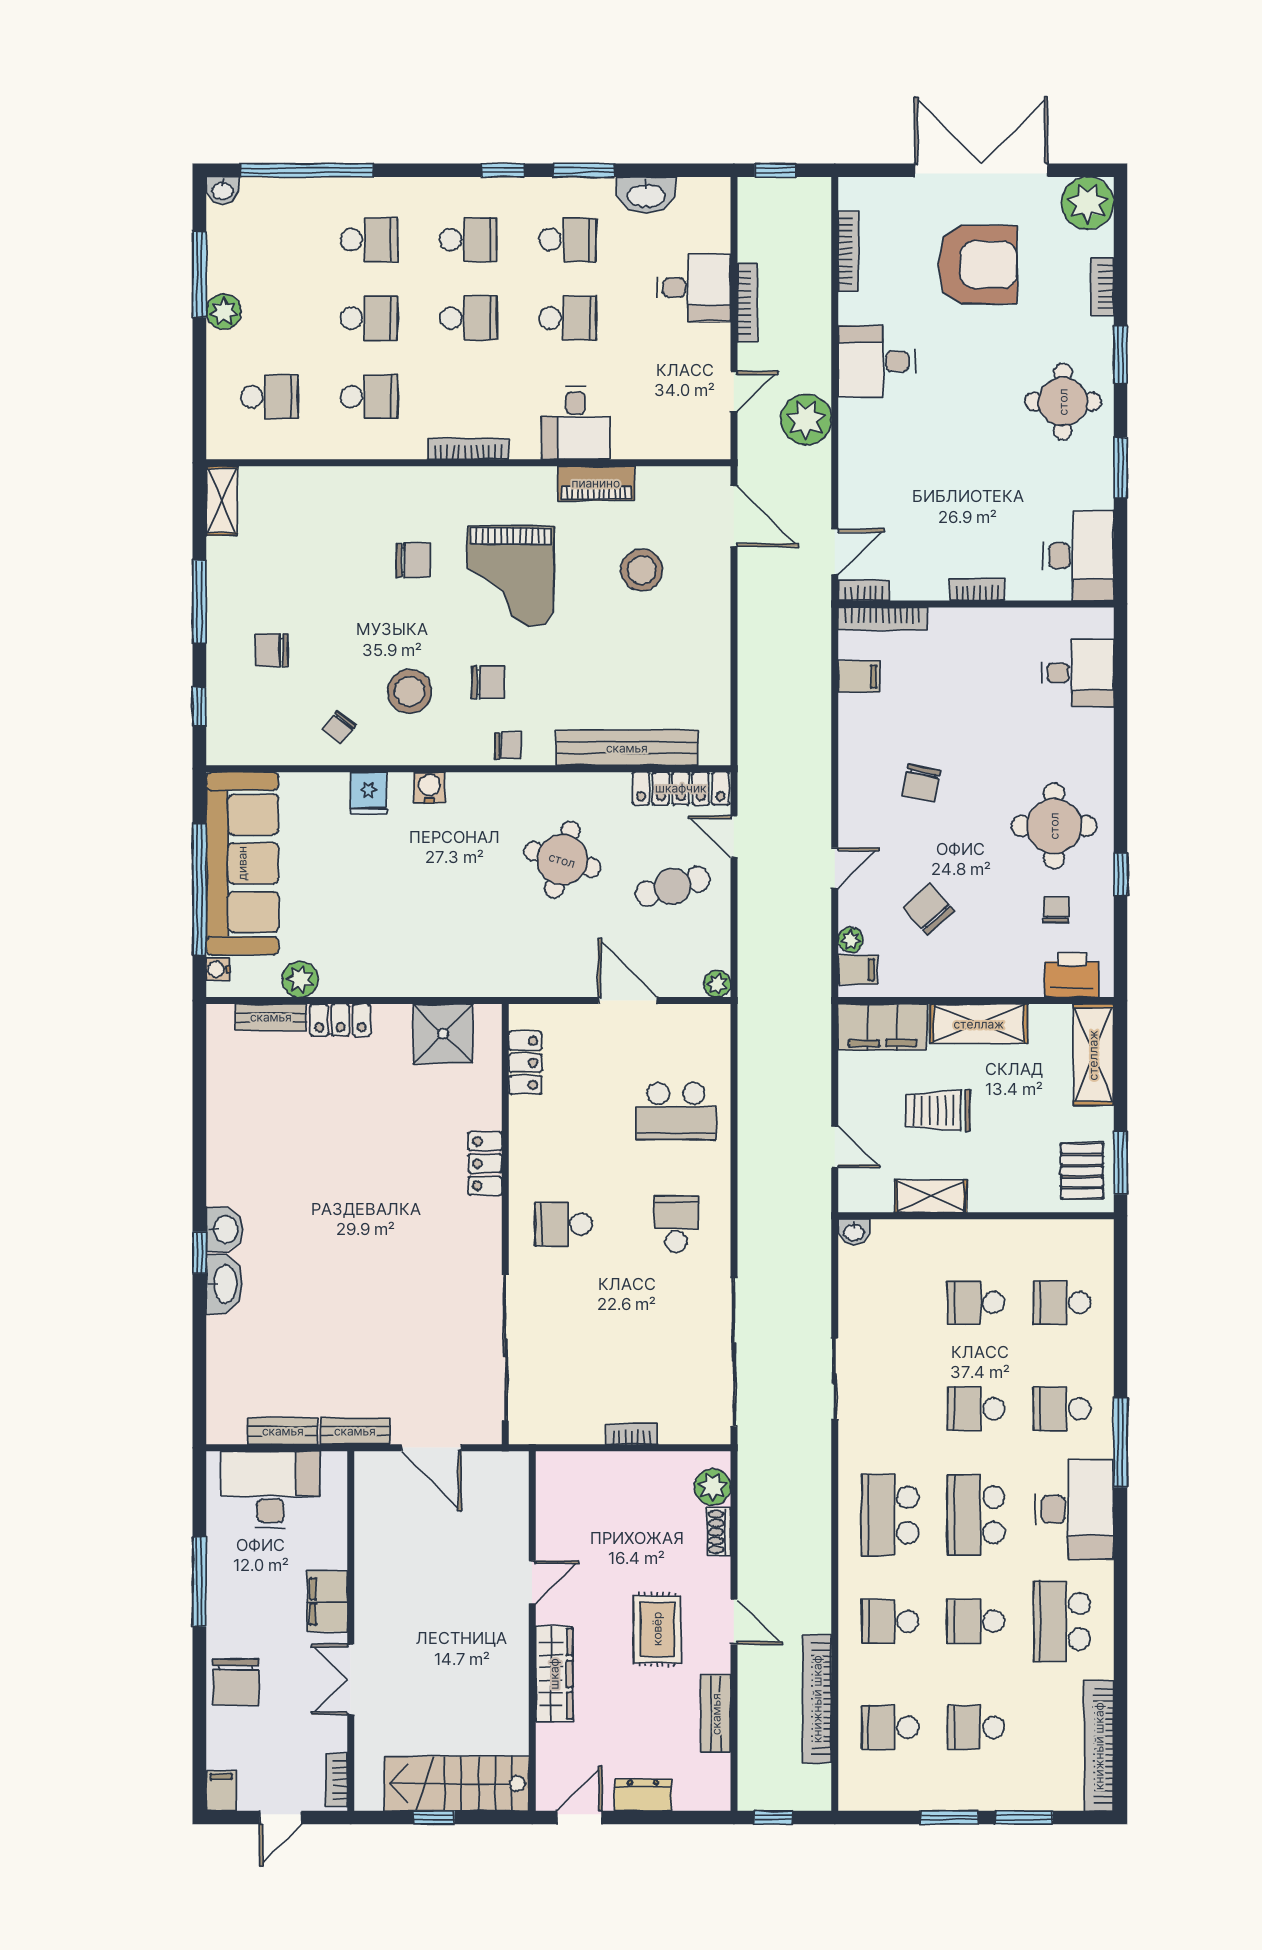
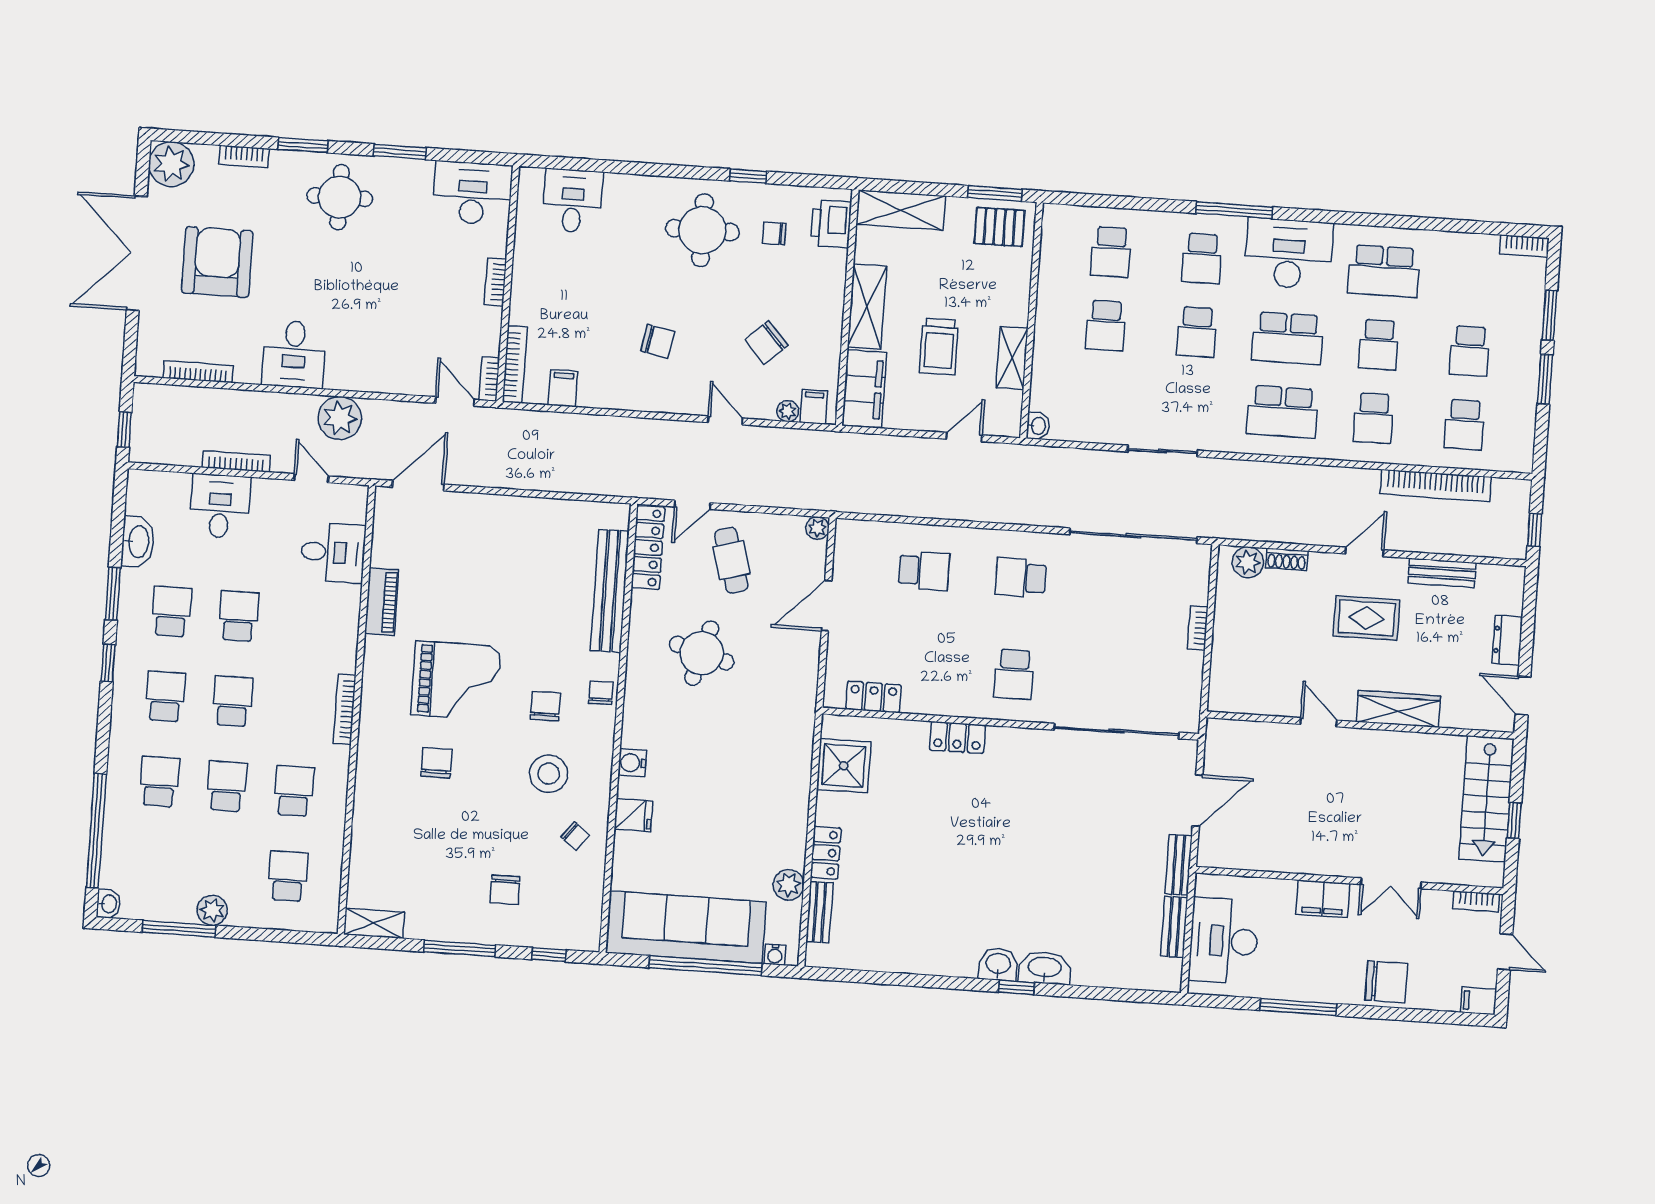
desk: (576, 423) -> (333, 552), moved
stool: (642, 570) -> (459, 568), removed
school desk: (676, 1111) -> (924, 571), width x0.54
bookcase: (1099, 1746) -> (1524, 246), width x0.43, depth x0.76

